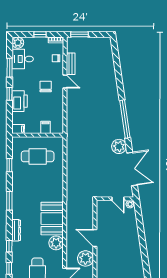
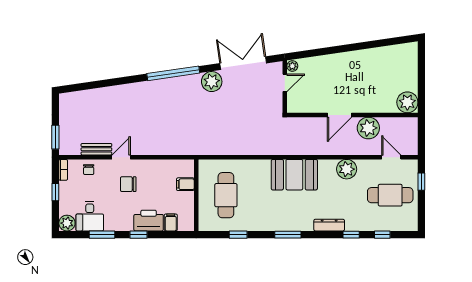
filing cabinet: (18, 129) -> (171, 222), moved
booth: (52, 219) -> (294, 175), moved

